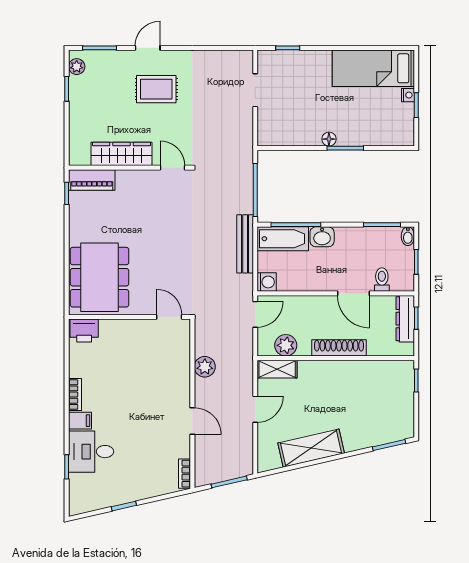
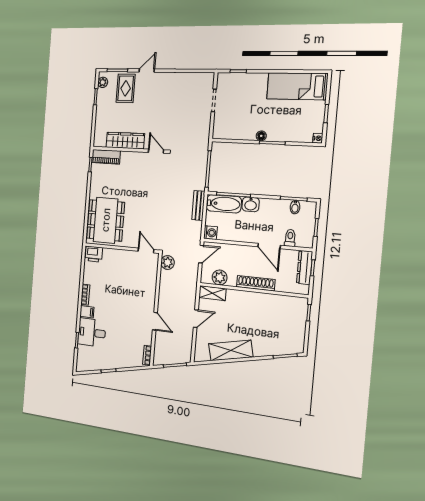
rug: (156, 89) -> (126, 88), moved, turned 90
nightstand: (408, 95) -> (318, 138), moved
bidet: (408, 236) -> (295, 207), moved
bench: (245, 244) -> (198, 205), width x0.73
plant: (205, 367) -> (168, 263), moved

